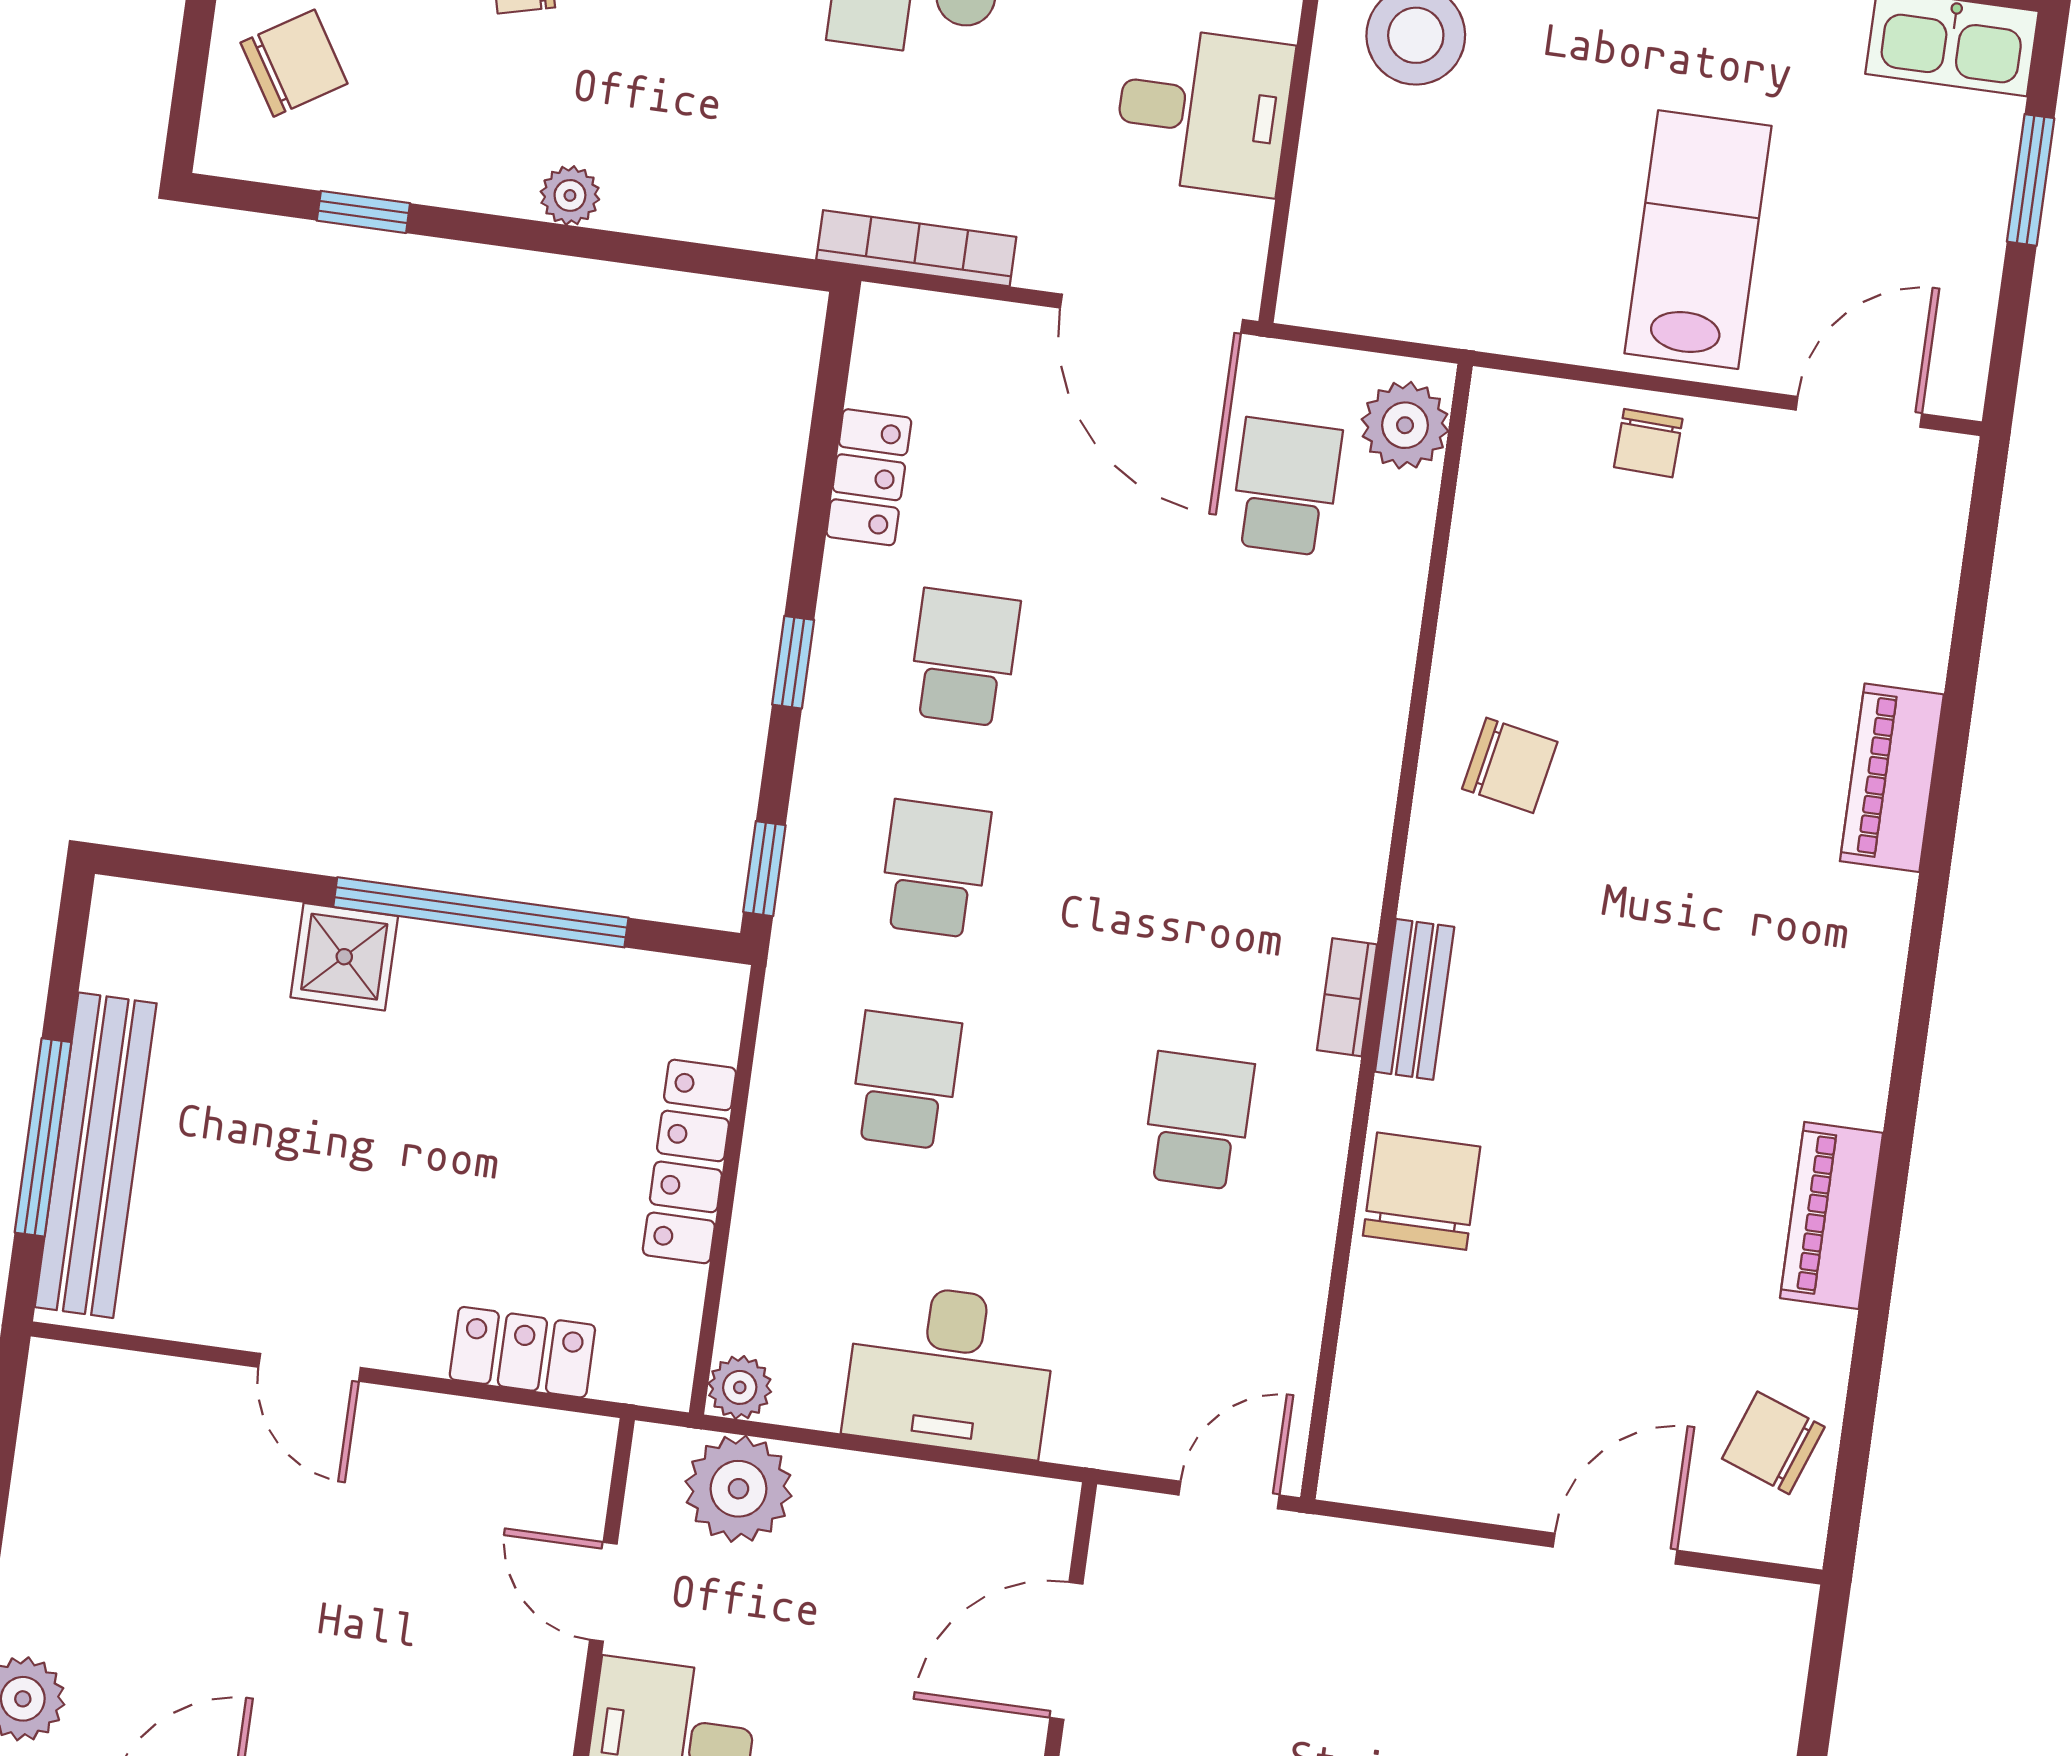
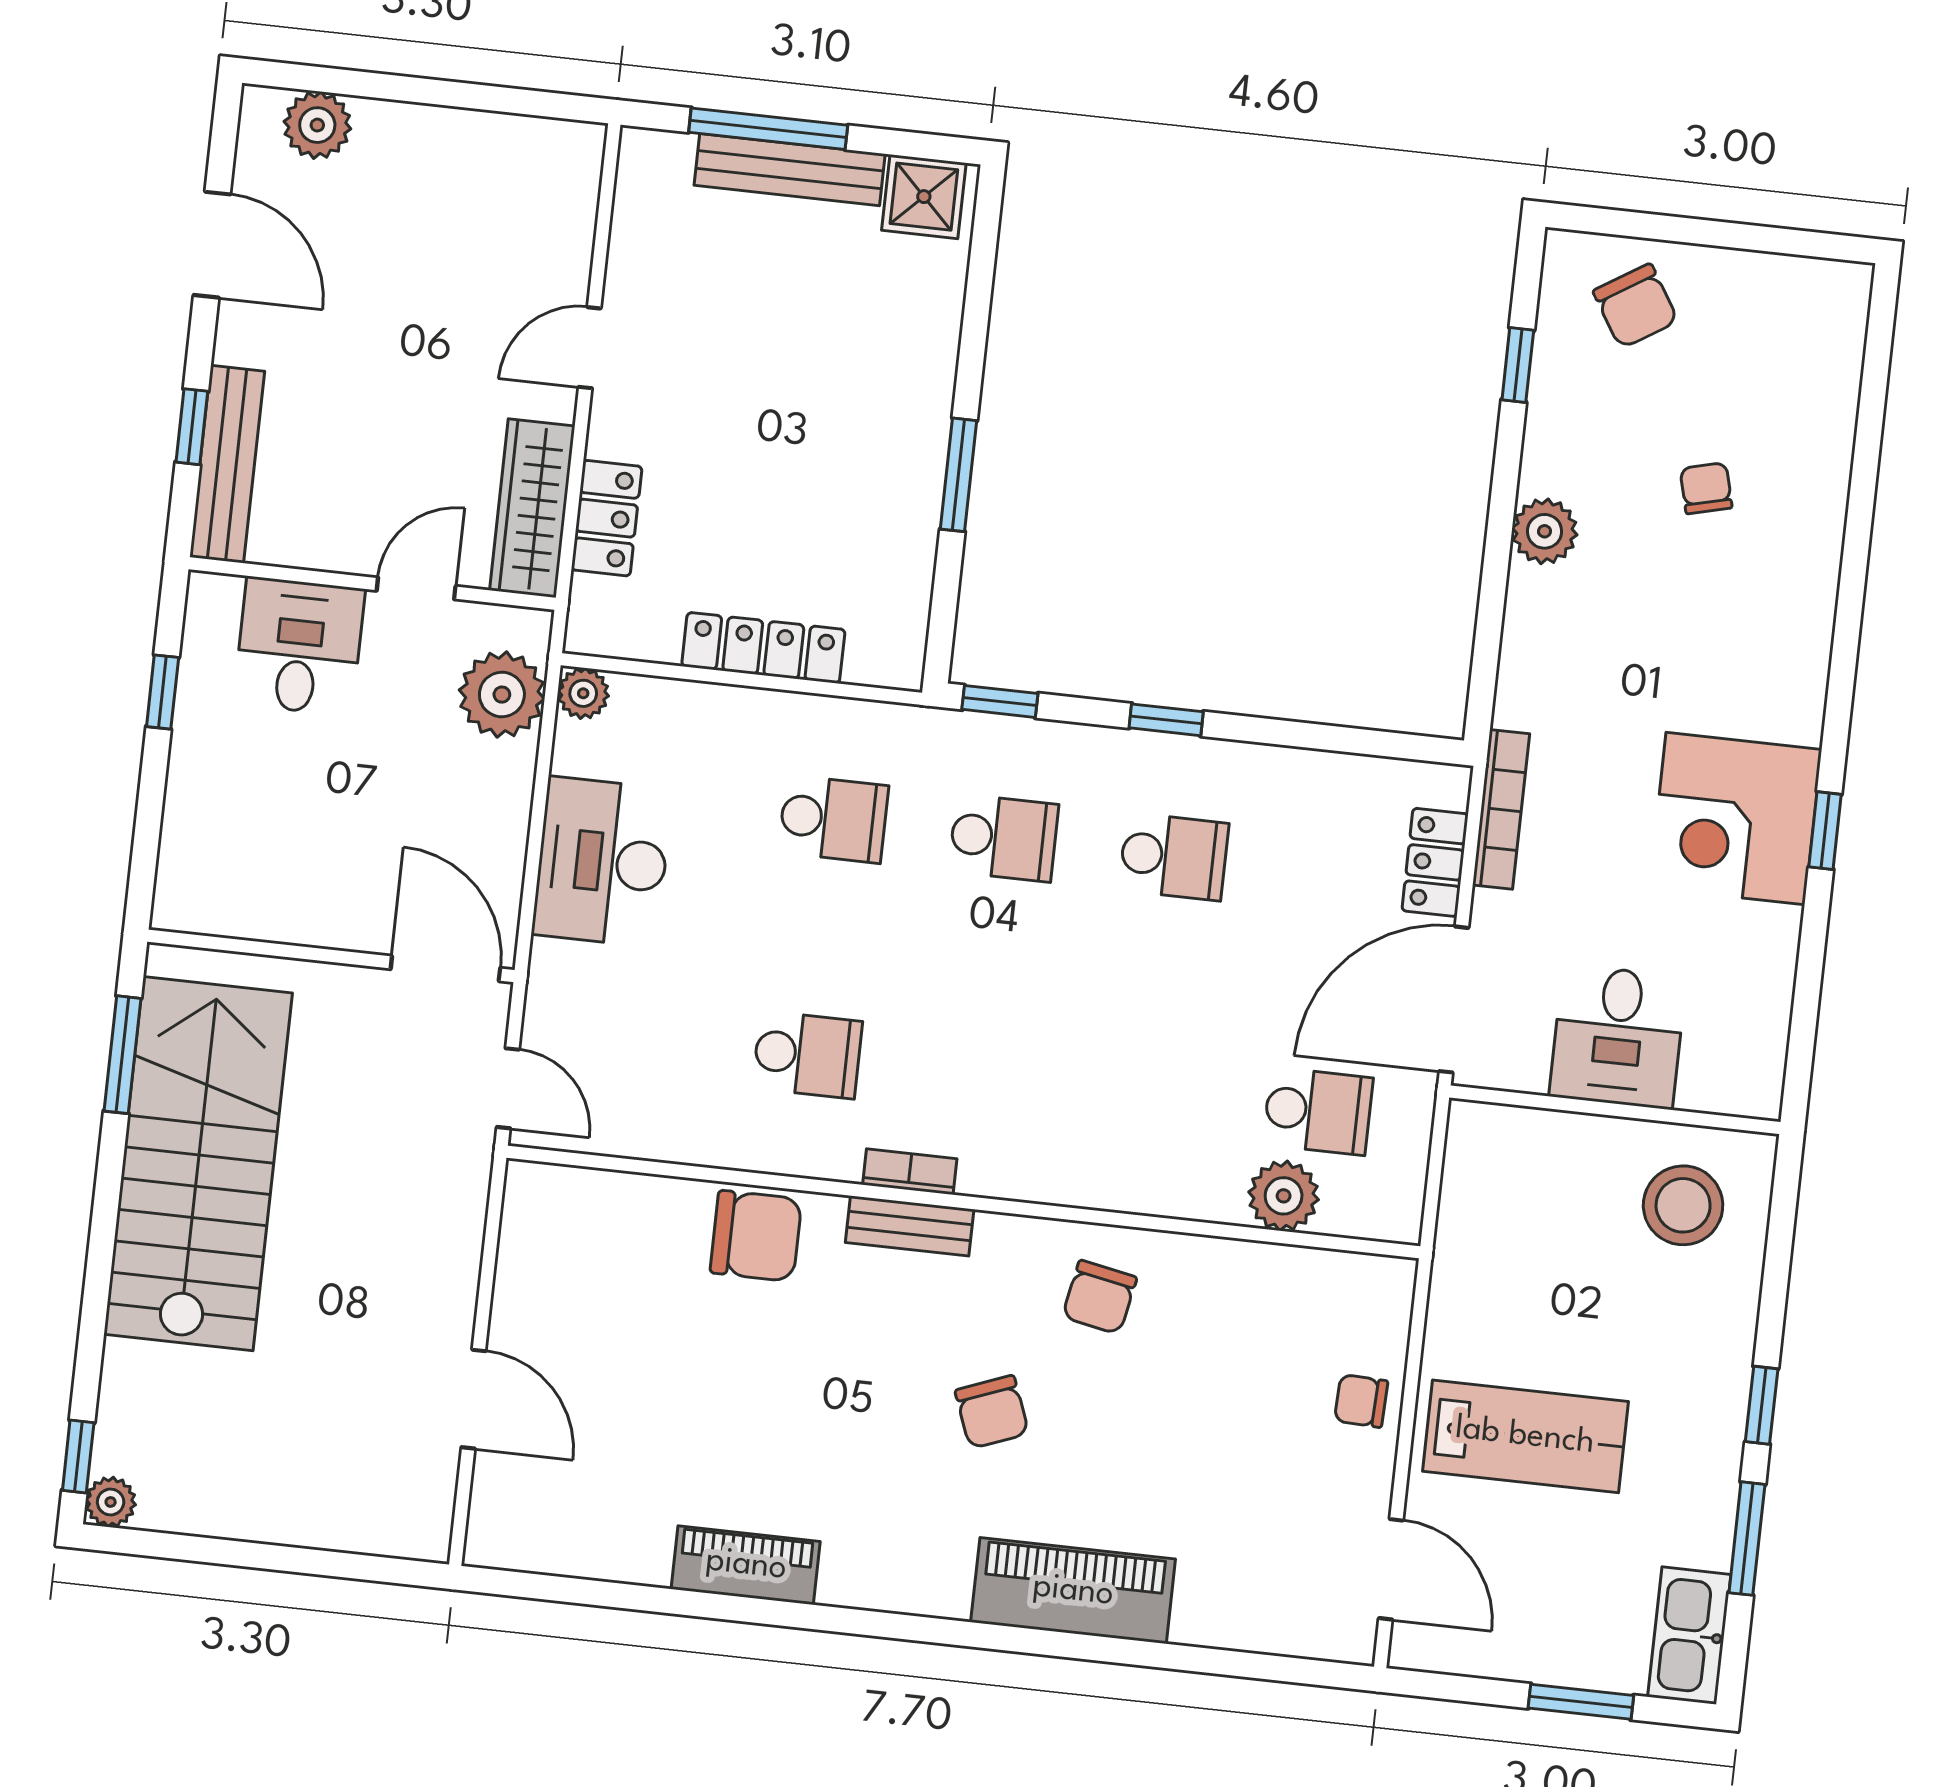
plant: (570, 195) -> (1544, 531), width x1.38, depth x1.38
plant: (1405, 425) -> (1284, 1196), moved
locker: (869, 477) -> (1435, 862), moved, turned 90
piano: (1892, 778) -> (1073, 1591), width x1.37, depth x1.33
window: (481, 912) -> (959, 475), width x0.47
shower: (344, 957) -> (924, 197), moved
bench: (96, 1155) -> (790, 170), width x0.73, depth x0.82
chair: (1773, 1443) -> (992, 1412), moved, turned 139
wardrobe: (507, 1444) -> (532, 508), added
door: (1066, 1651) -> (445, 969), moved

